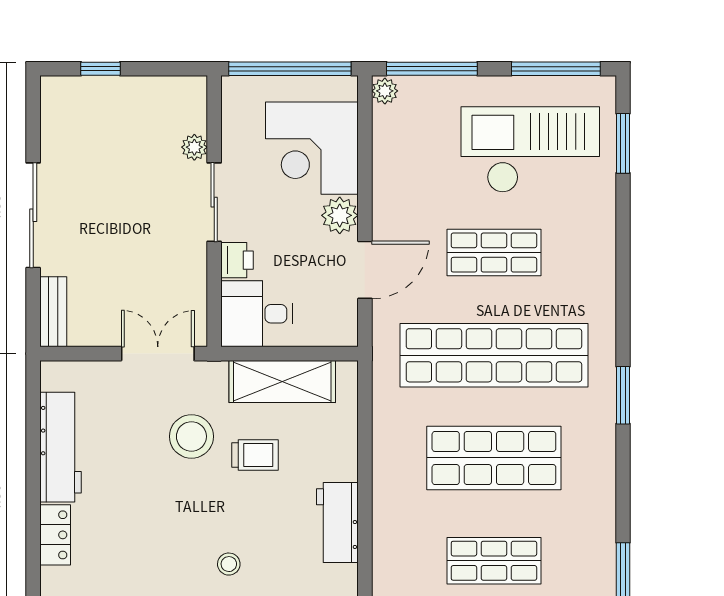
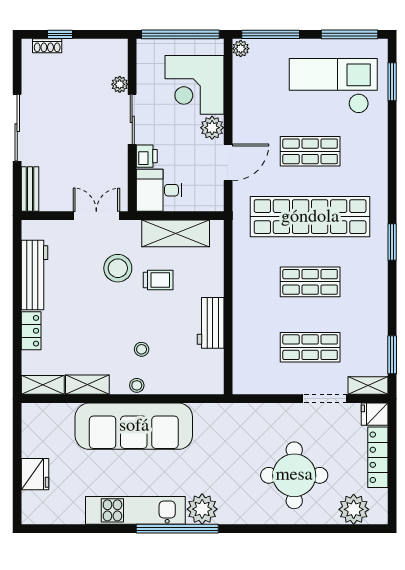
shoe rack: (80, 86) -> (47, 46), added
shop shelf: (494, 458) -> (310, 282), width x0.70, depth x0.74

